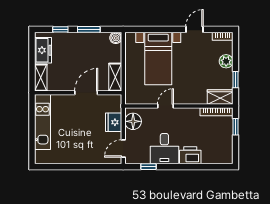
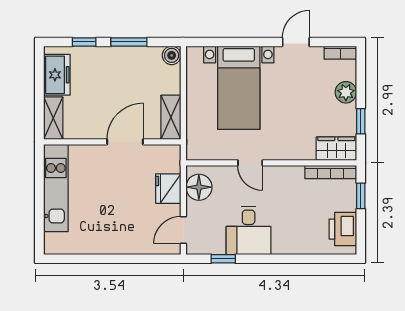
door: (165, 106) -> (250, 163), swing flipped
printer: (190, 155) -> (343, 229), moved, turned -90

